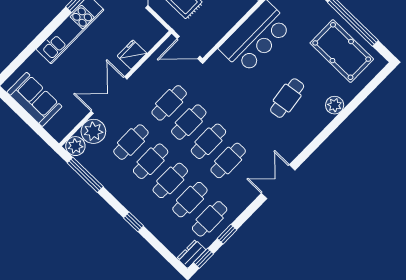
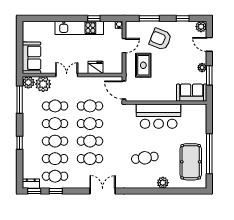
double door: (109, 95) -> (67, 75), width x0.73
sofa: (34, 99) -> (31, 58), moved

